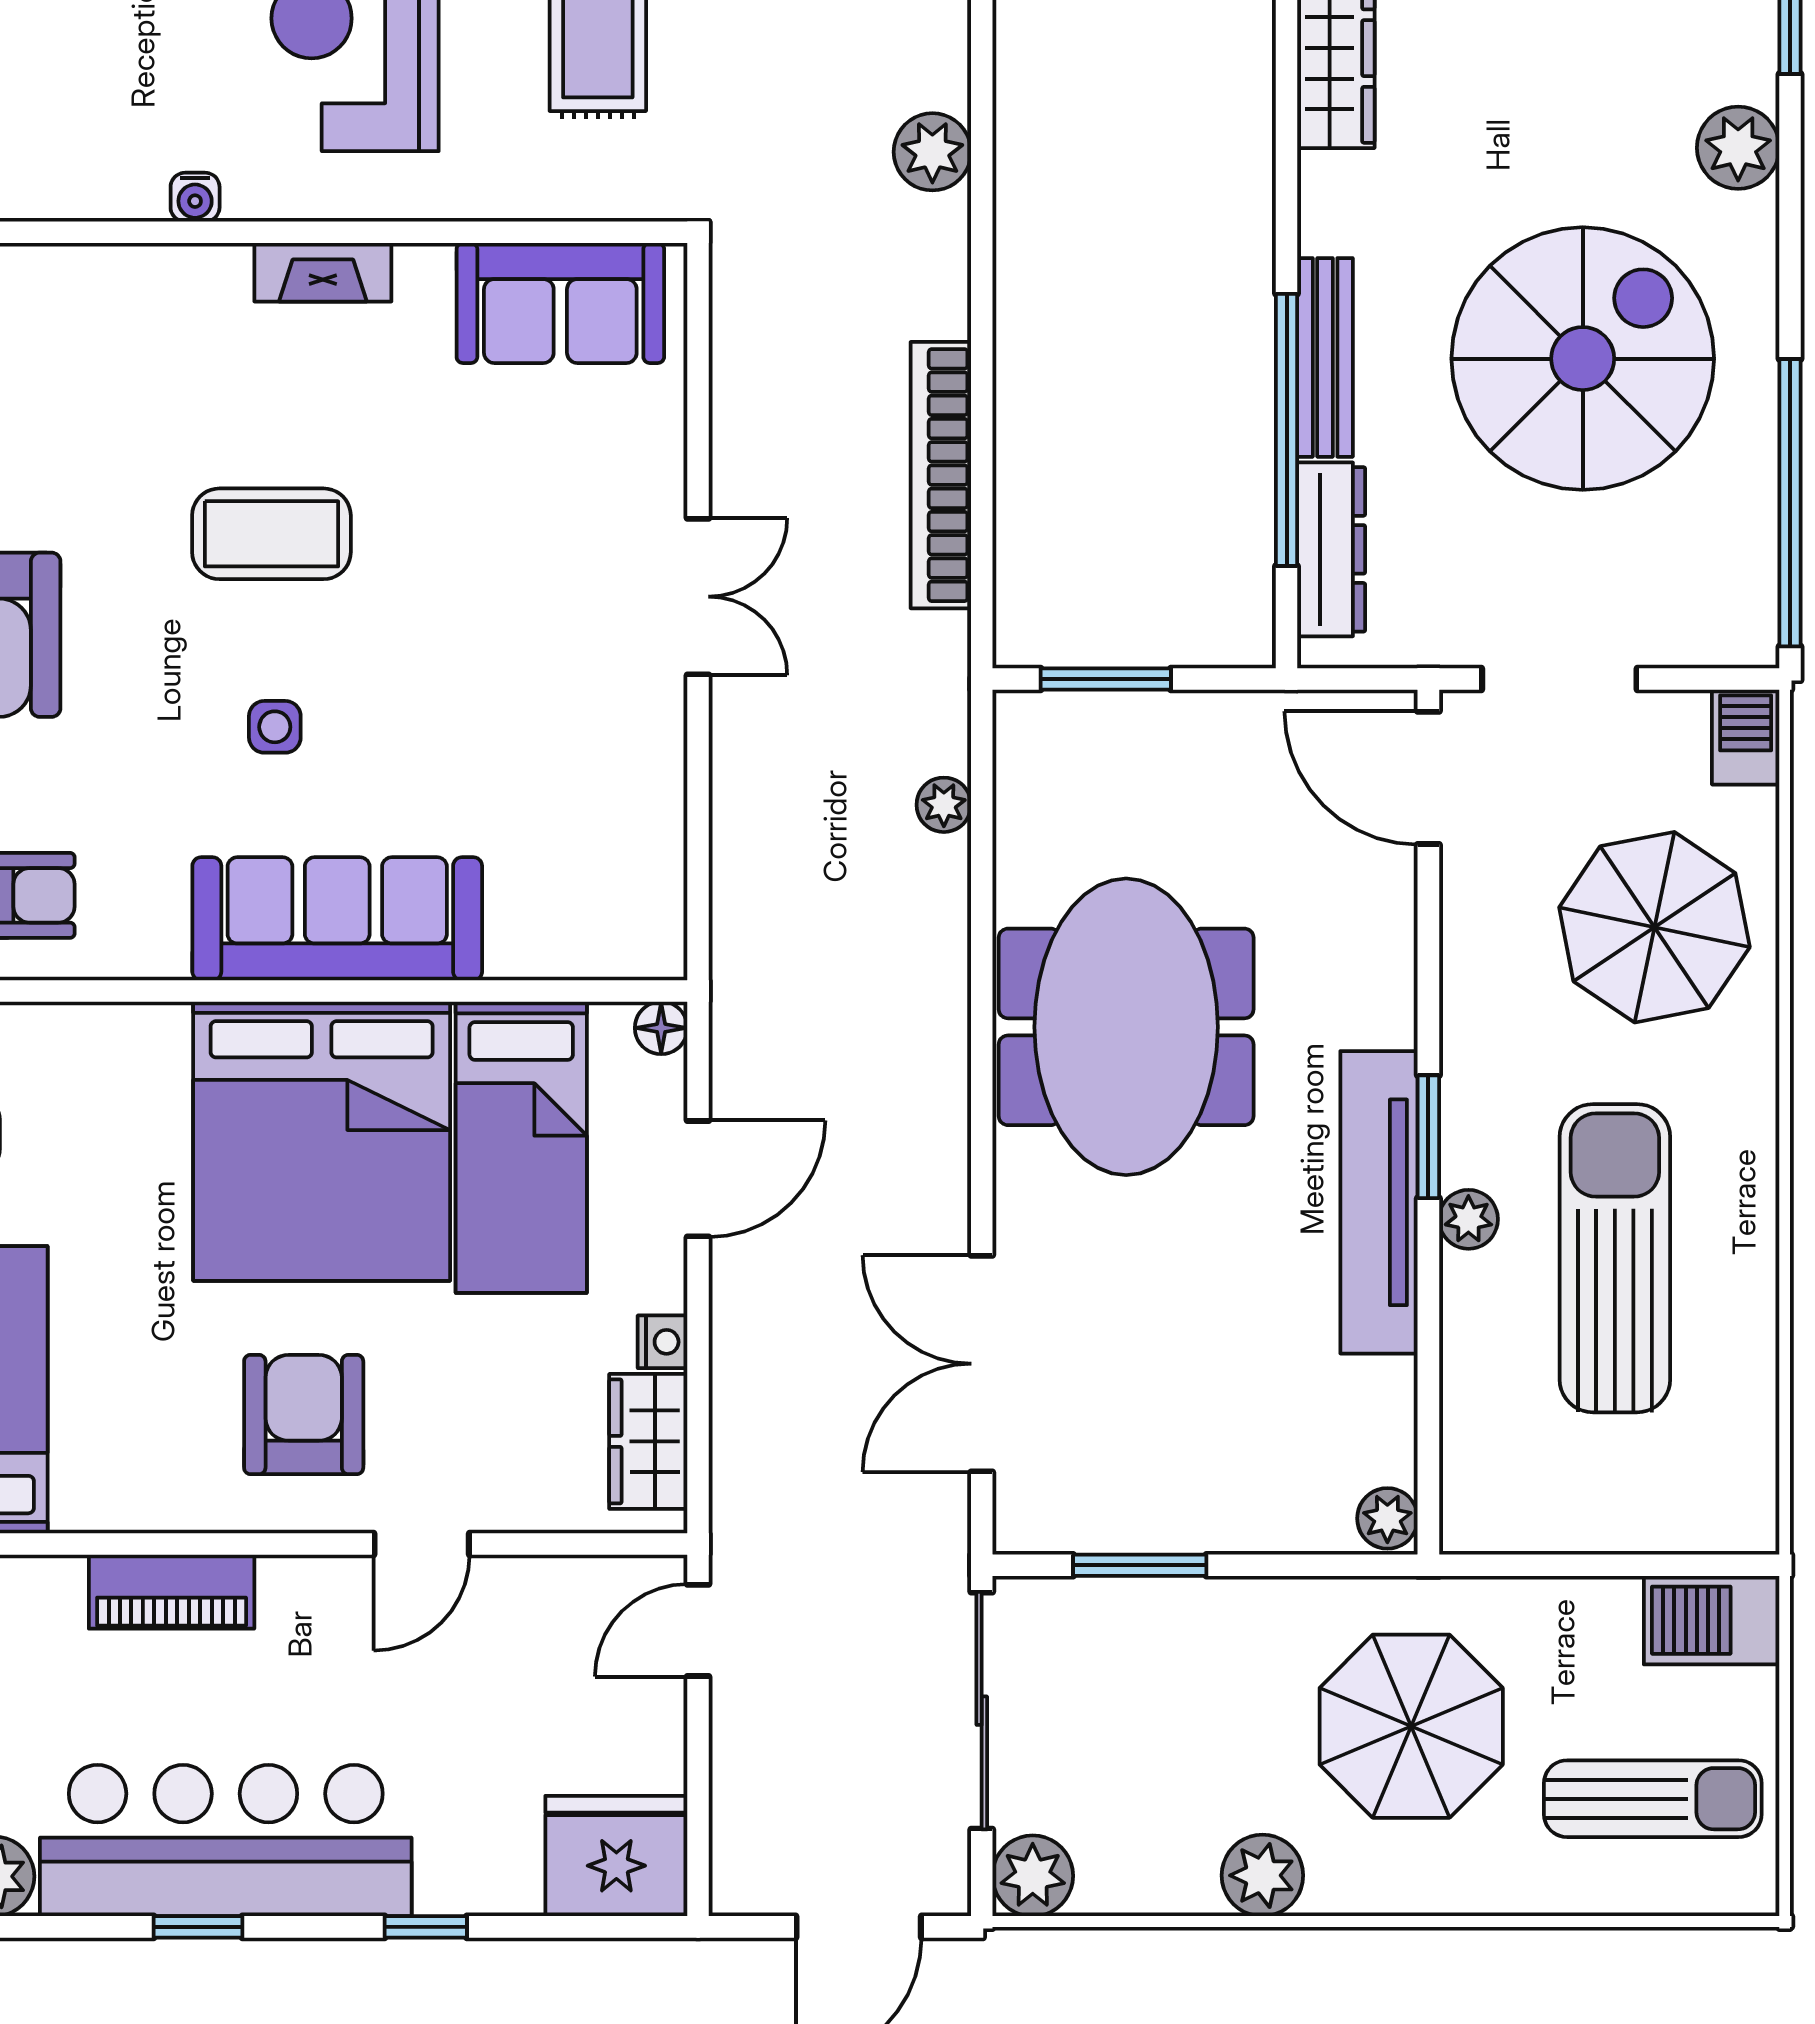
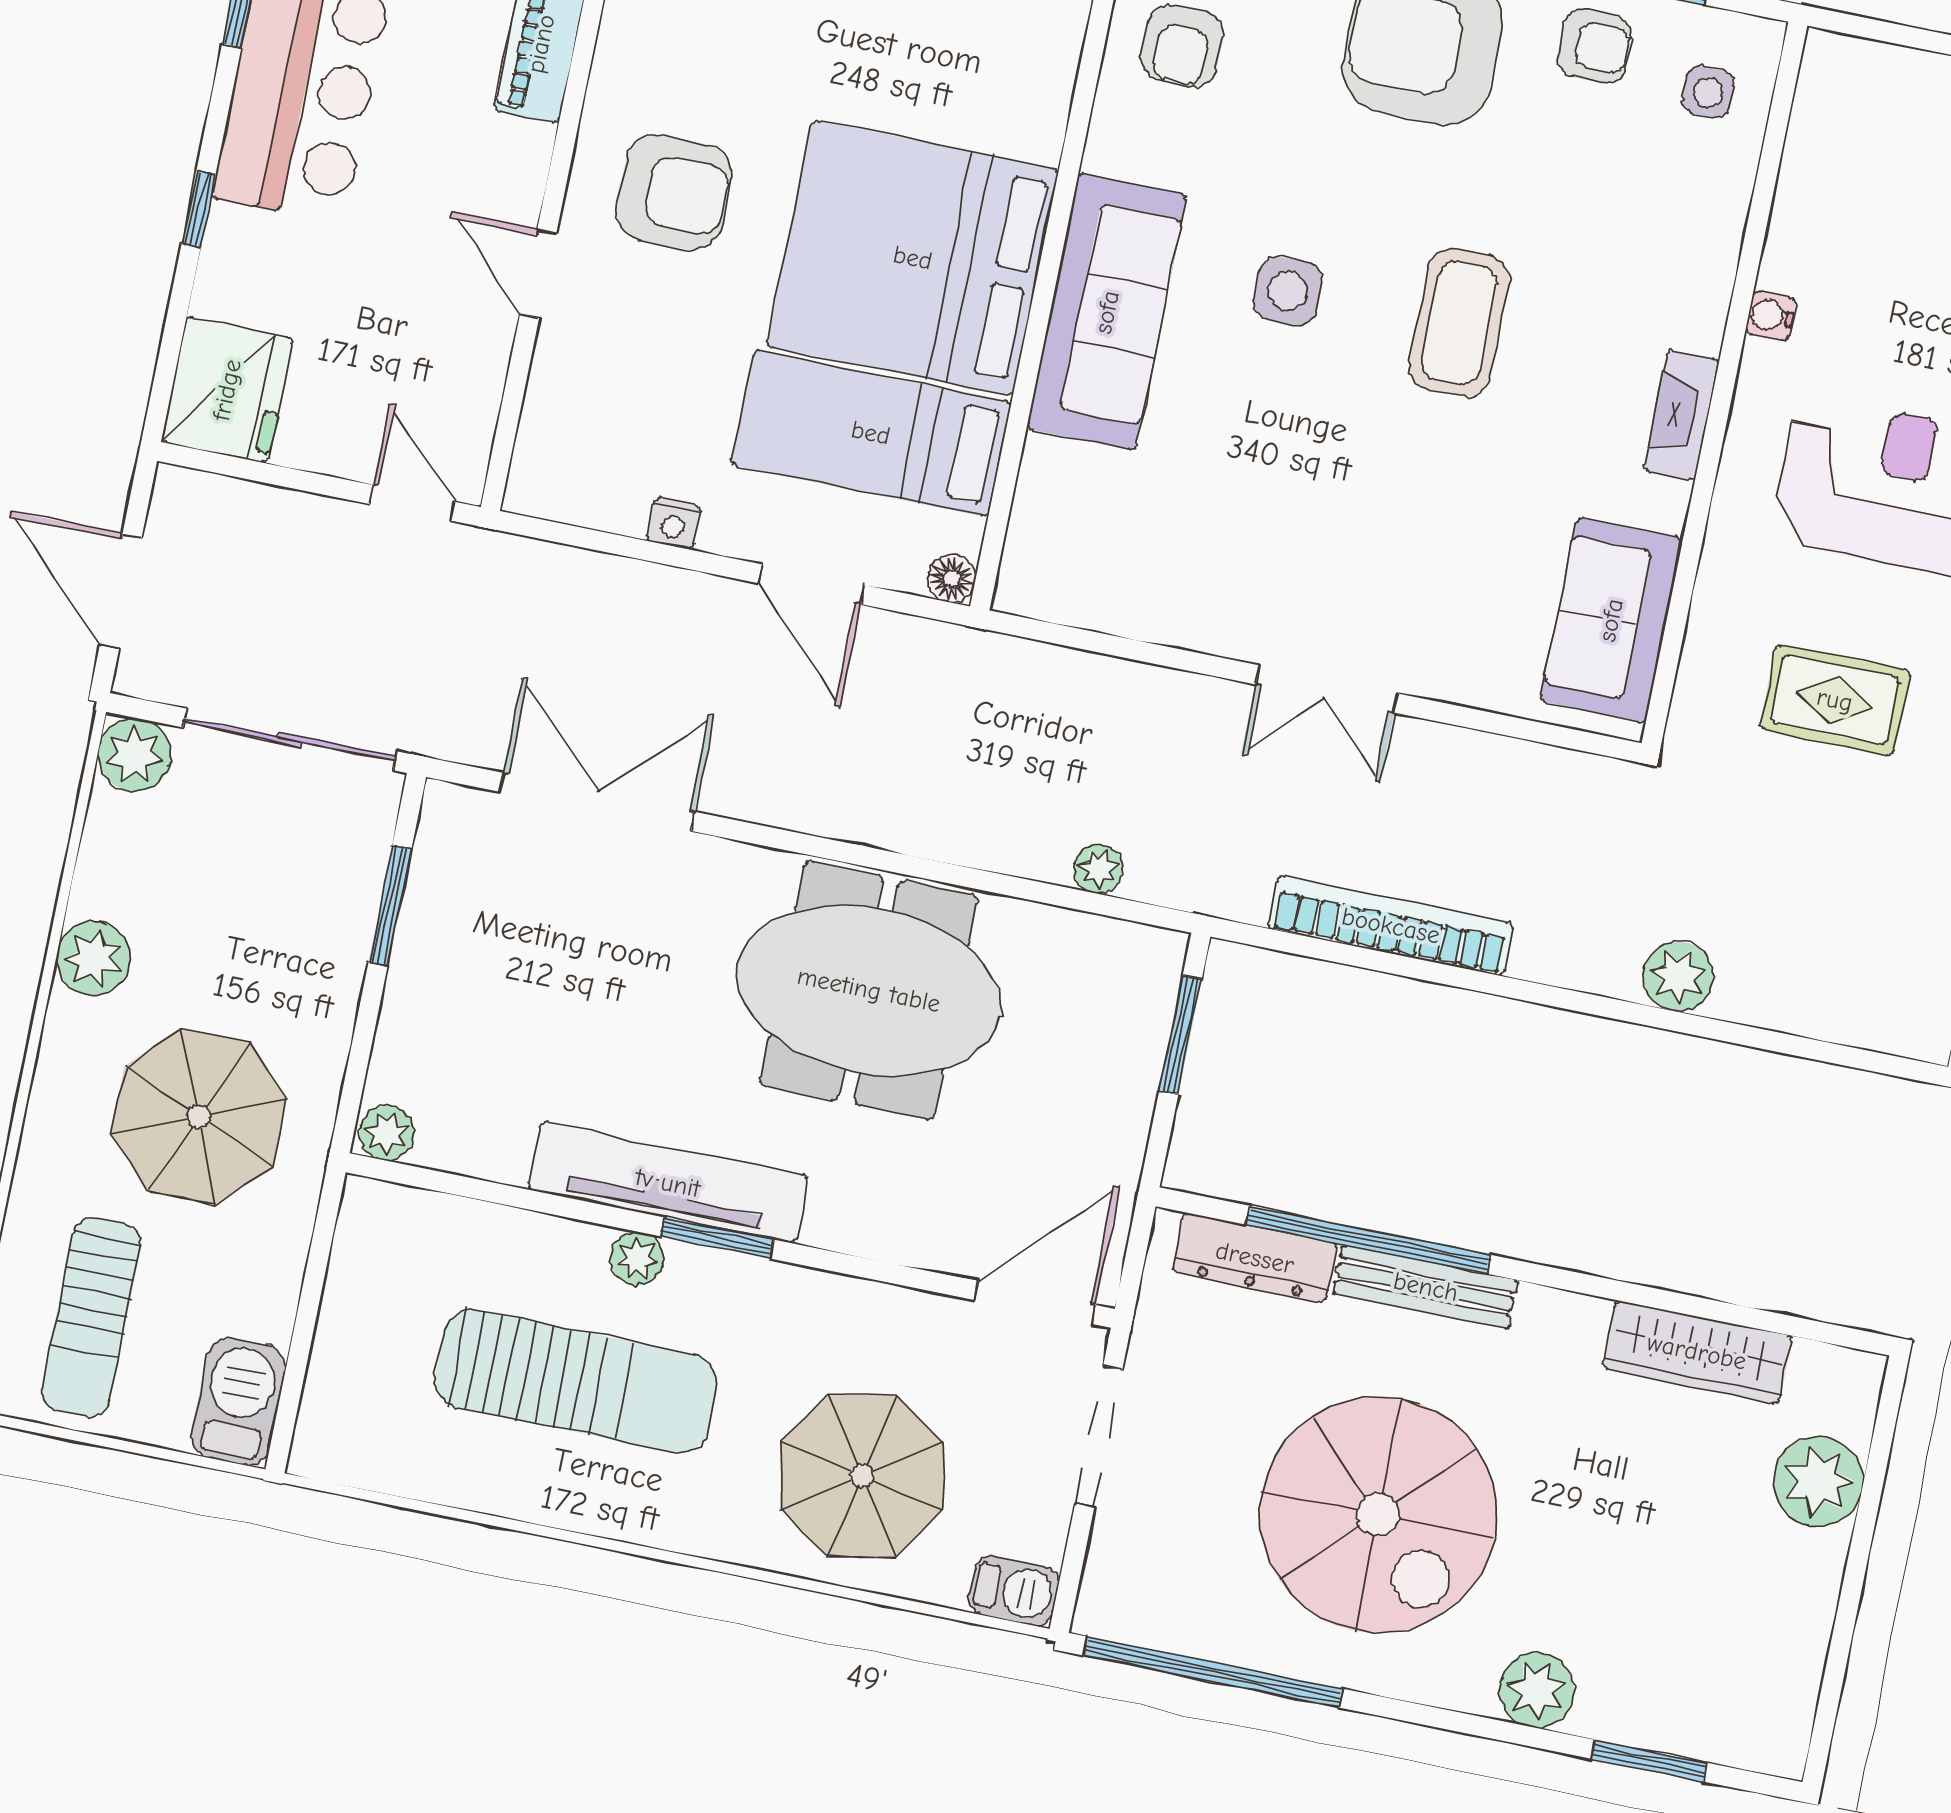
side table: (275, 727) -> (1288, 291), width x1.37, depth x1.37
wardrobe: (648, 1441) -> (588, 493), removed

